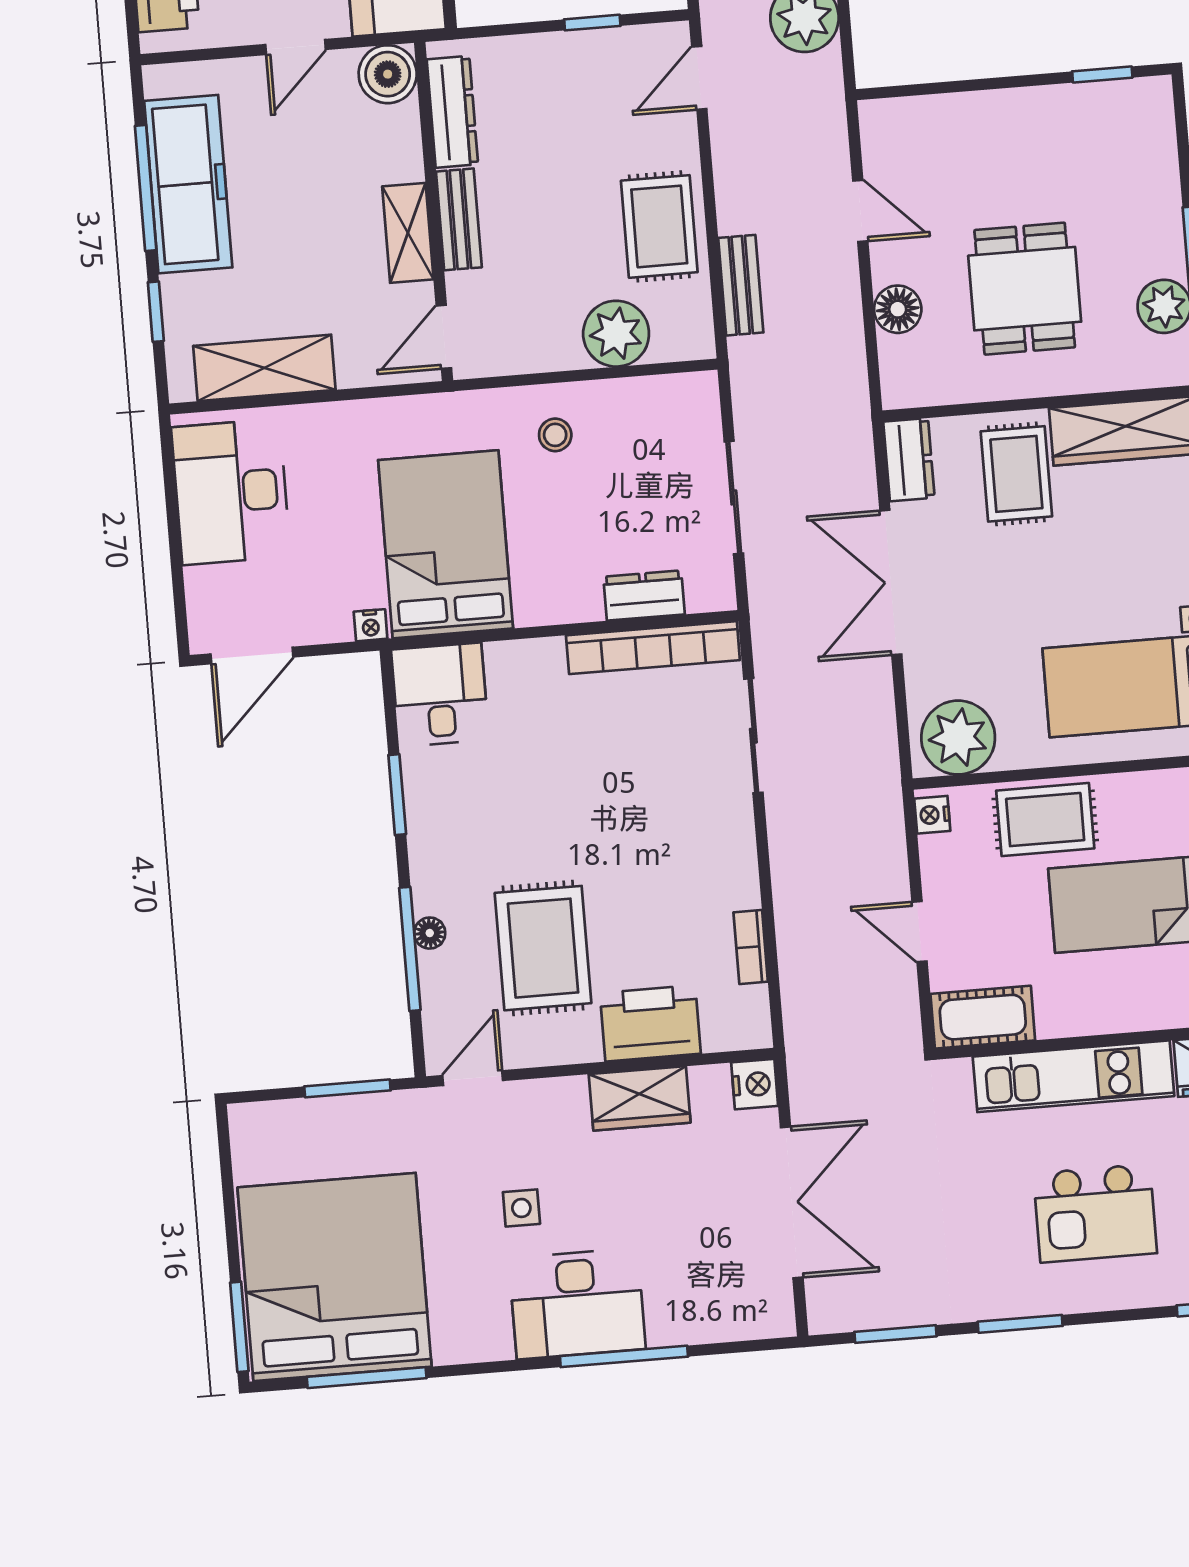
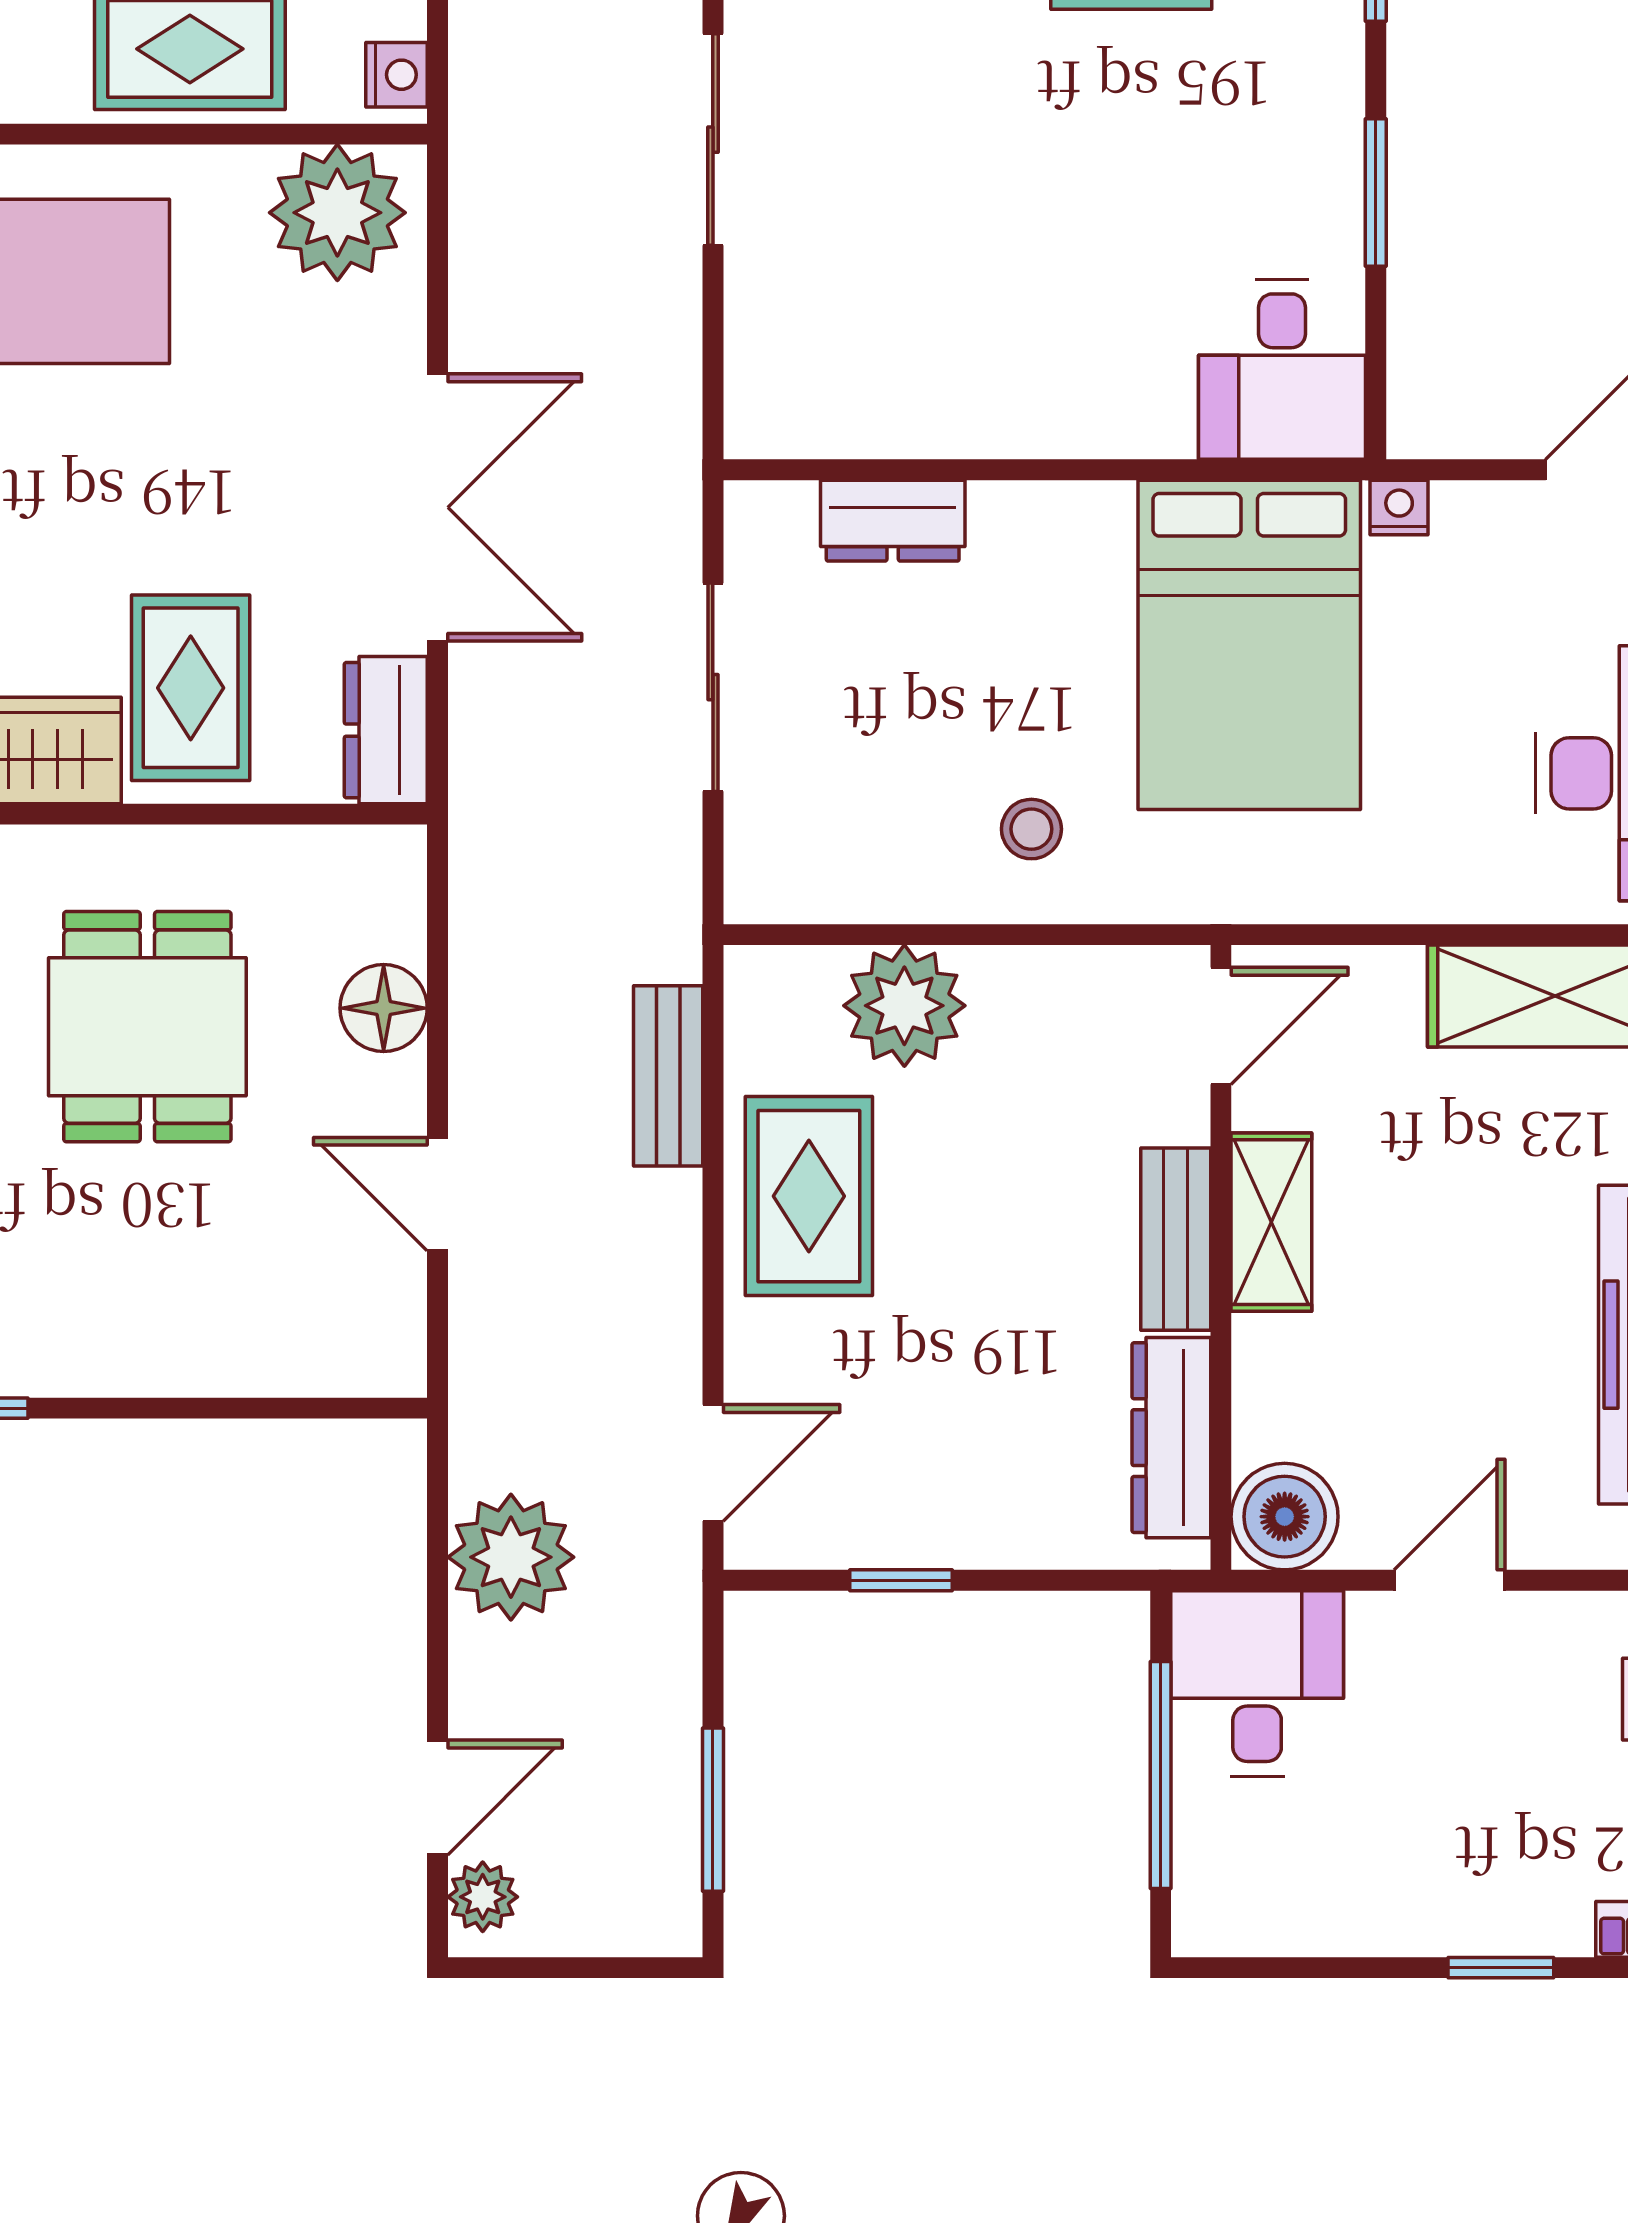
bookcase: (653, 648) -> (884, 424), removed
sliding door: (753, 736) -> (713, 140), moved

